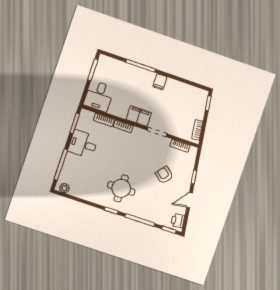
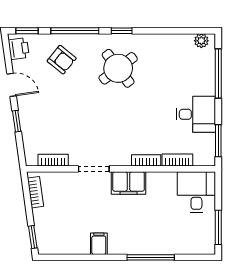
filing cabinet: (160, 82) -> (99, 244), moved
armchair: (164, 175) -> (62, 60), moved
round table: (121, 188) -> (118, 68), turned -37
door: (189, 200) -> (12, 85), hinge flipped

